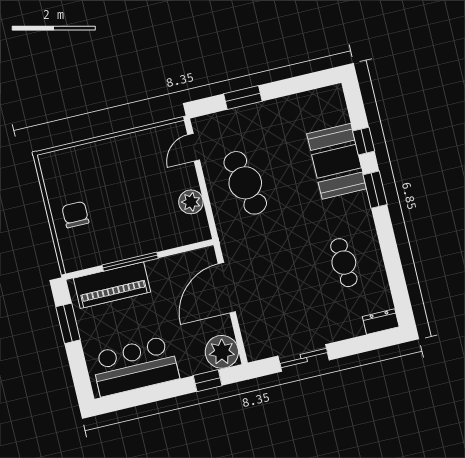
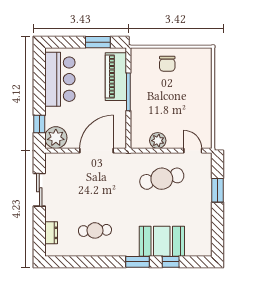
chair: (75, 215) -> (167, 64), turned 90
door: (227, 288) -> (97, 151), hinge flipped
dresser: (381, 322) -> (51, 233), moved

